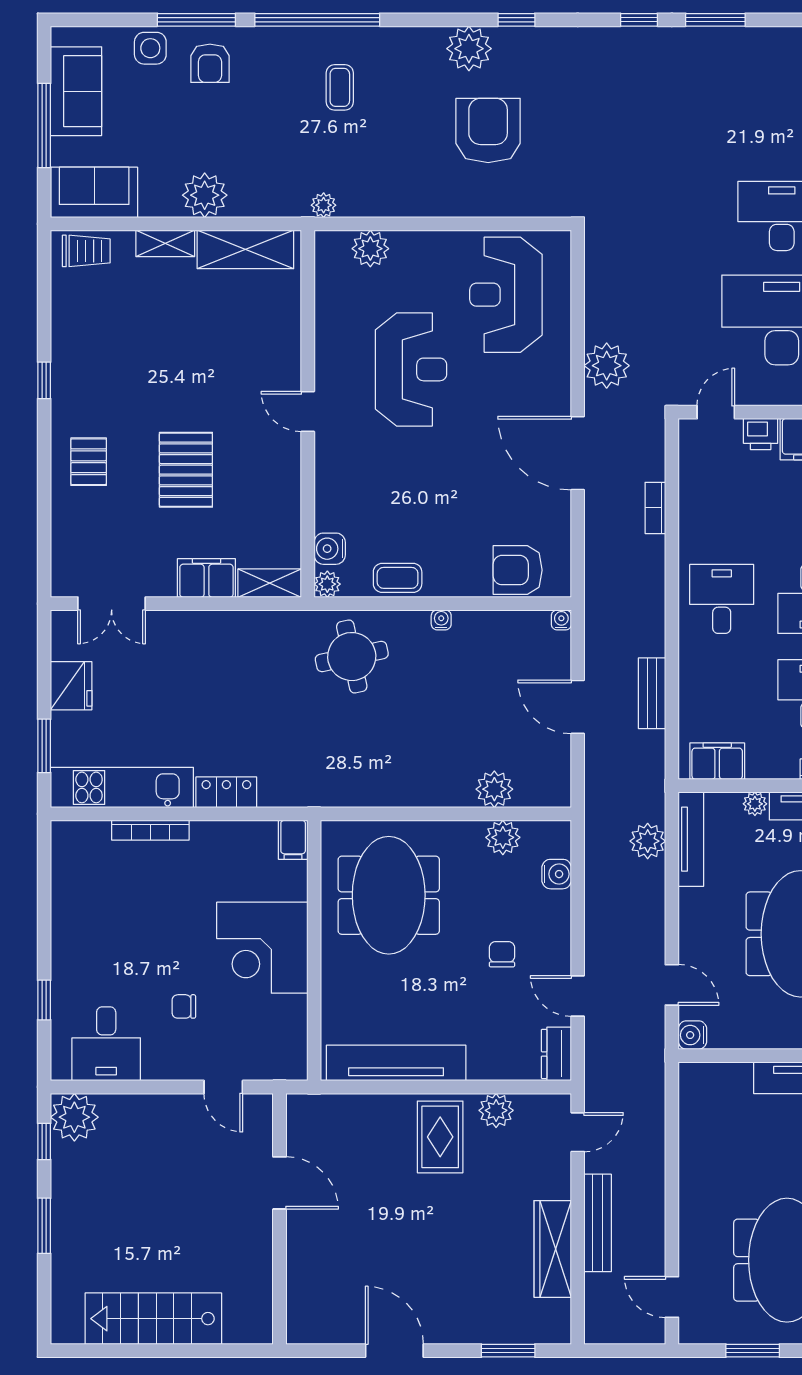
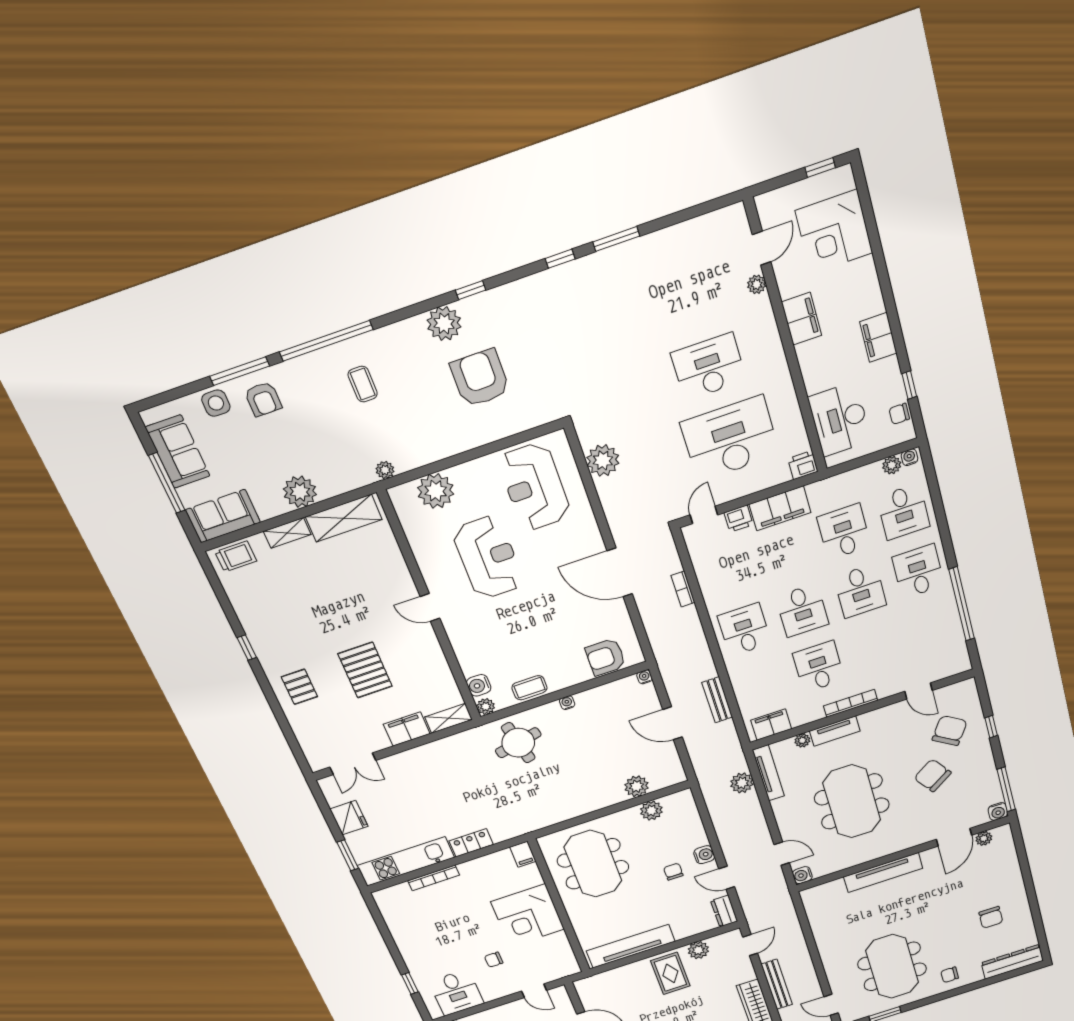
plant: (370, 249) -> (436, 491), width x1.36, depth x1.36
plant: (607, 366) -> (603, 460), moved
water cooler: (557, 874) -> (704, 855), moved

